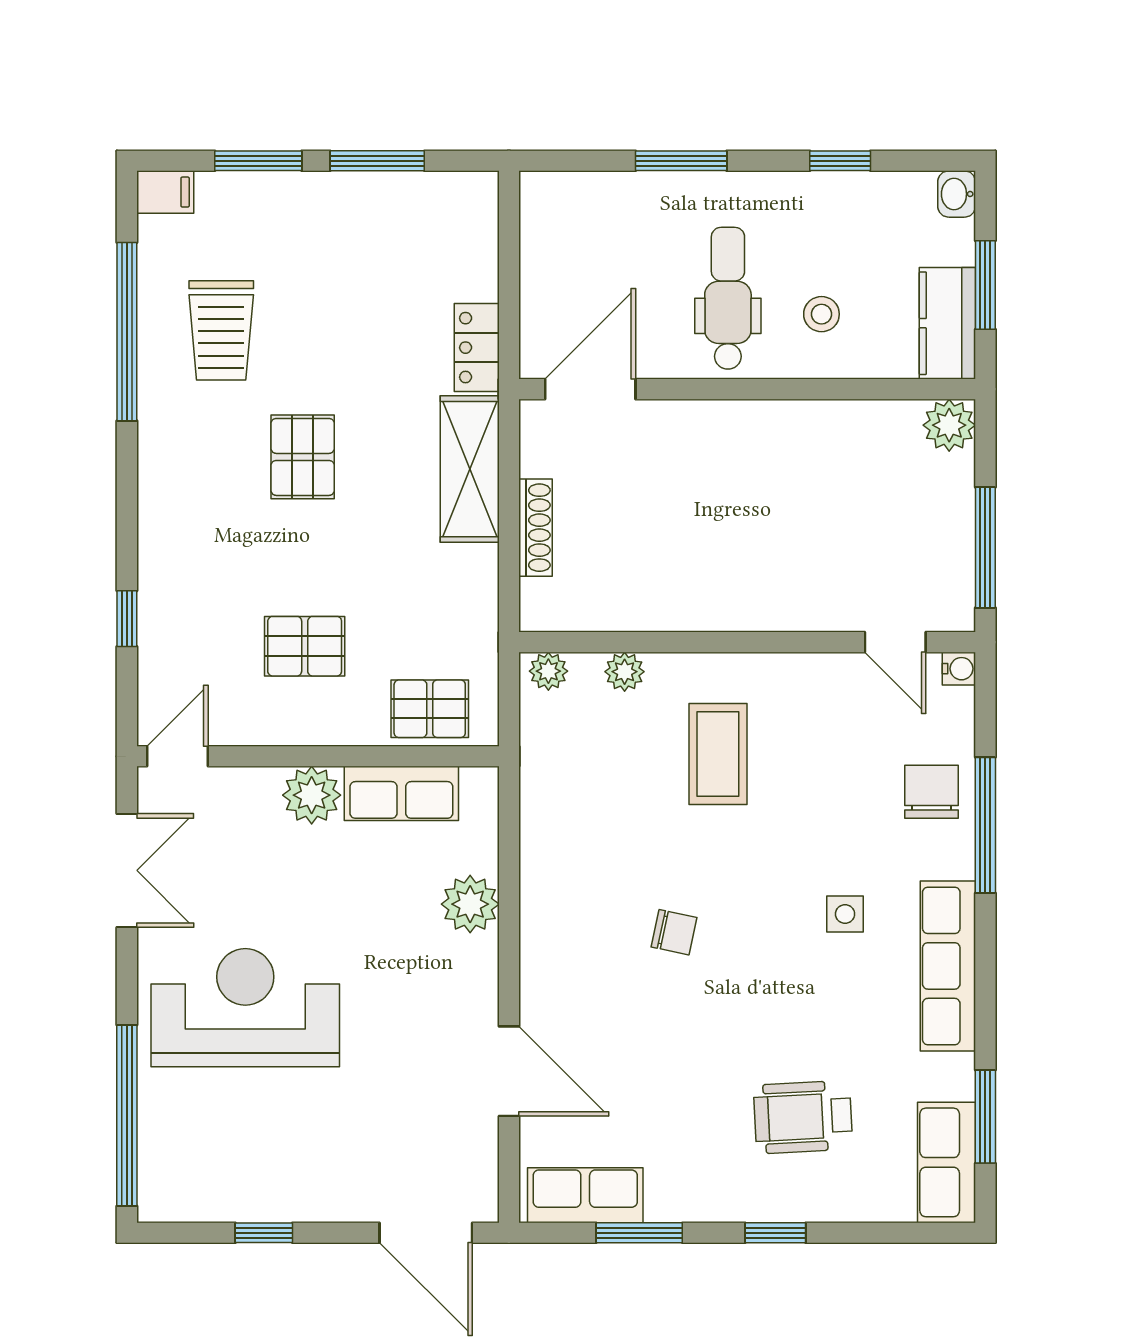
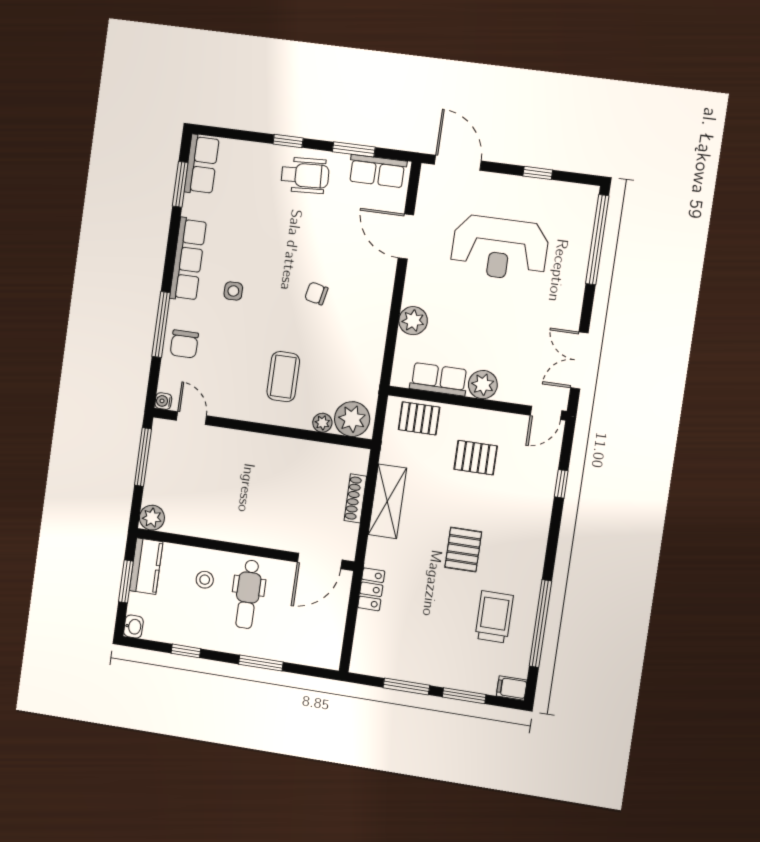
shelving: (470, 469) -> (387, 501), moved
plant: (548, 671) -> (352, 419), width x1.87, depth x1.87
reception desk: (245, 1008) -> (500, 248), moved
wheelchair: (803, 1117) -> (305, 175), moved

